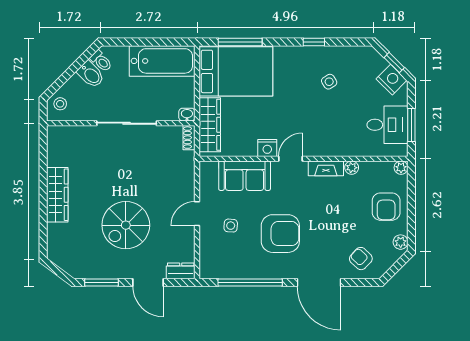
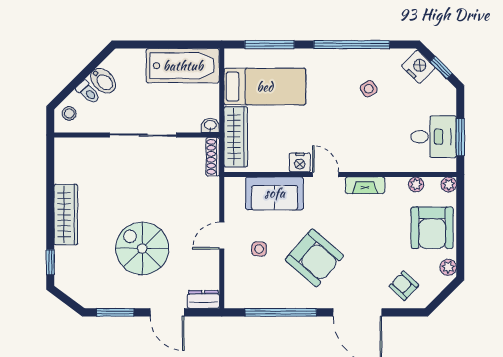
window: (314, 42) -> (352, 45), width x3.17
toilet: (101, 61) -> (88, 92), moved
bed: (236, 71) -> (265, 87), width x0.67
nightstand: (391, 80) -> (418, 67), moved
shoe rack: (189, 138) -> (213, 157), width x1.43
door: (290, 159) -> (326, 174), hinge flipped
plant: (352, 168) -> (416, 184), moved
armchair: (386, 207) -> (432, 228), width x1.36, depth x1.36
spiral stairs: (126, 225) -> (142, 248), turned 90
armchair: (280, 234) -> (314, 258), turned 41
window: (43, 238) -> (50, 262), added

